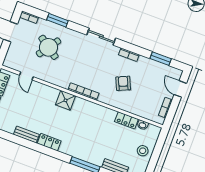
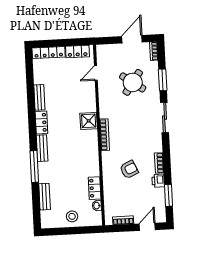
sliding door: (101, 37) -> (165, 118), moved
printer: (144, 62) -> (158, 181), added
bench: (72, 151) -> (42, 148), added

